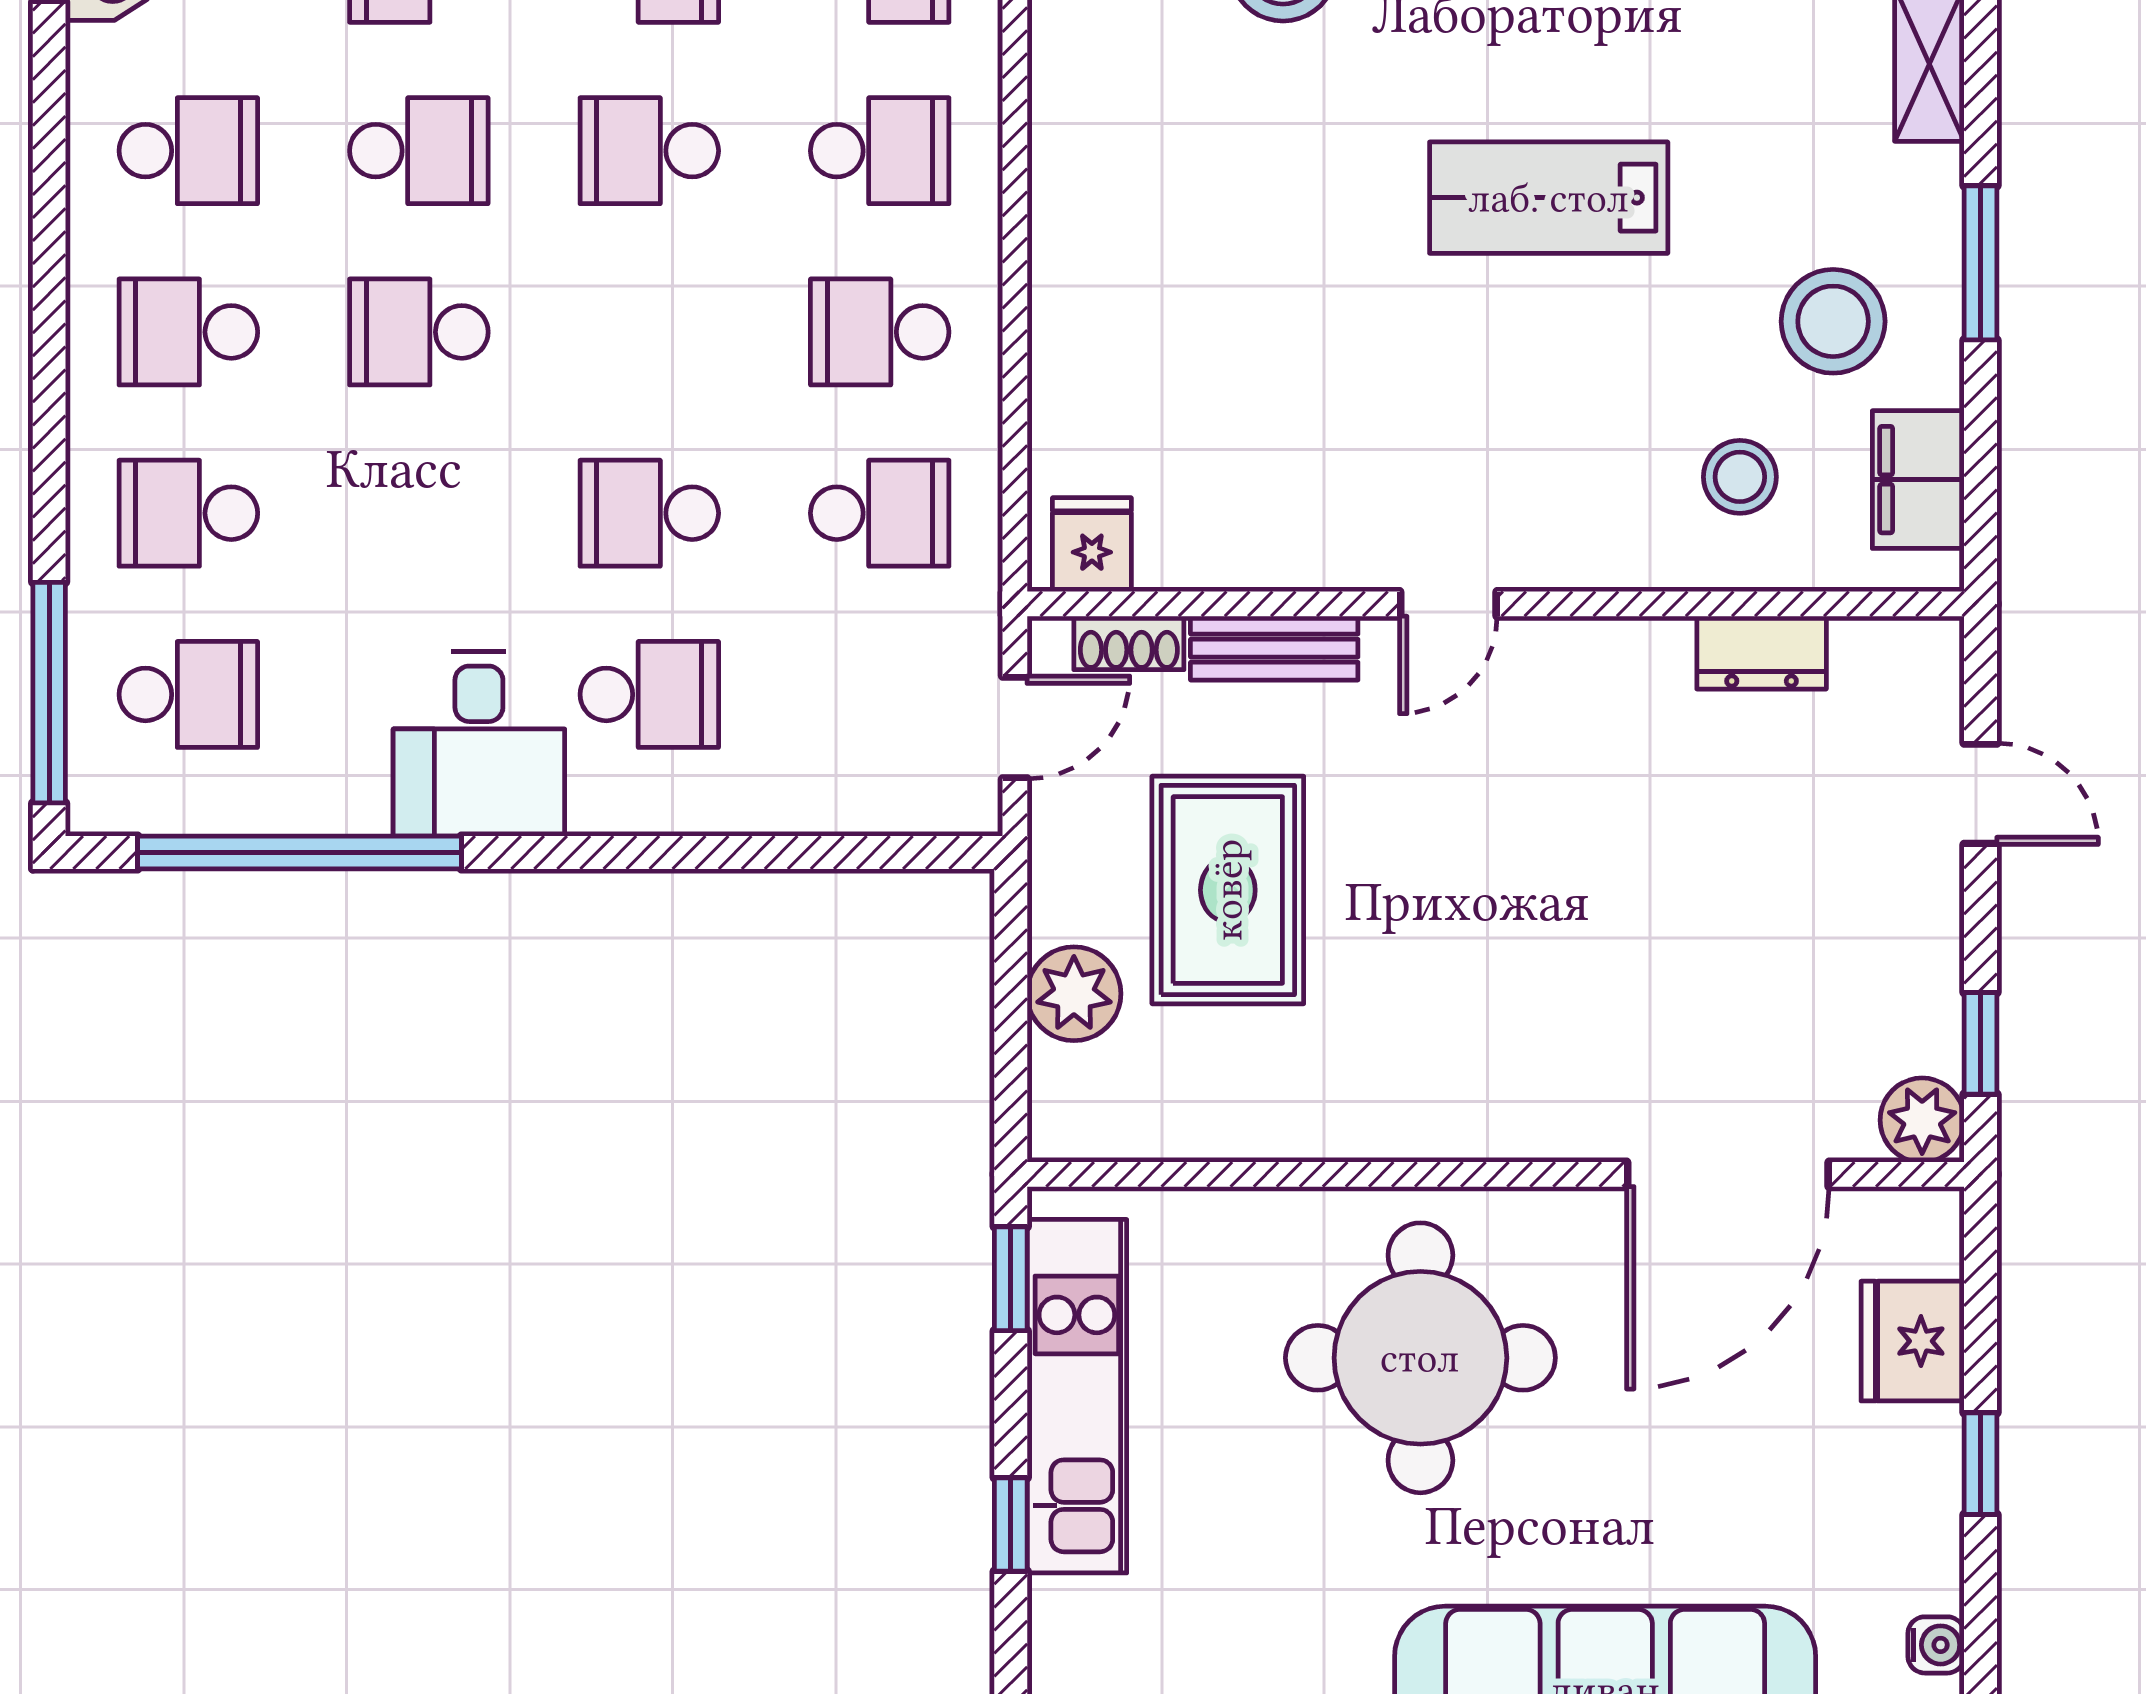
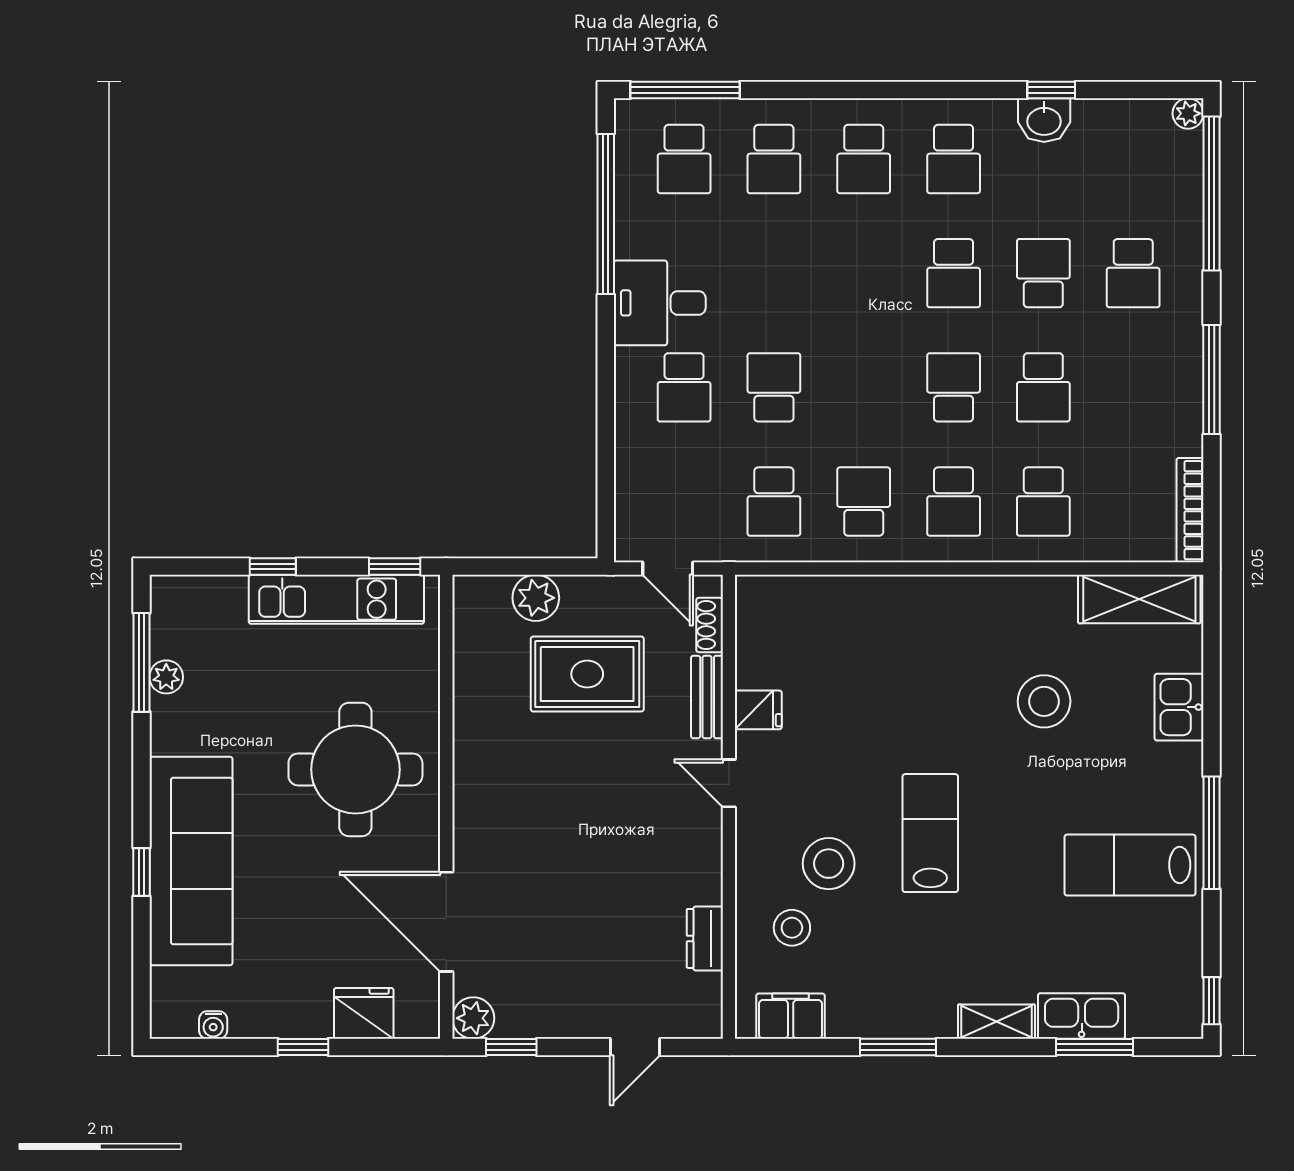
stool: (1833, 321) -> (829, 864), moved
school desk: (188, 332) -> (864, 159), turned 180
school desk: (419, 332) -> (864, 273), removed
school desk: (188, 513) -> (774, 159), turned 180
fridge: (1092, 545) -> (758, 710), moved

